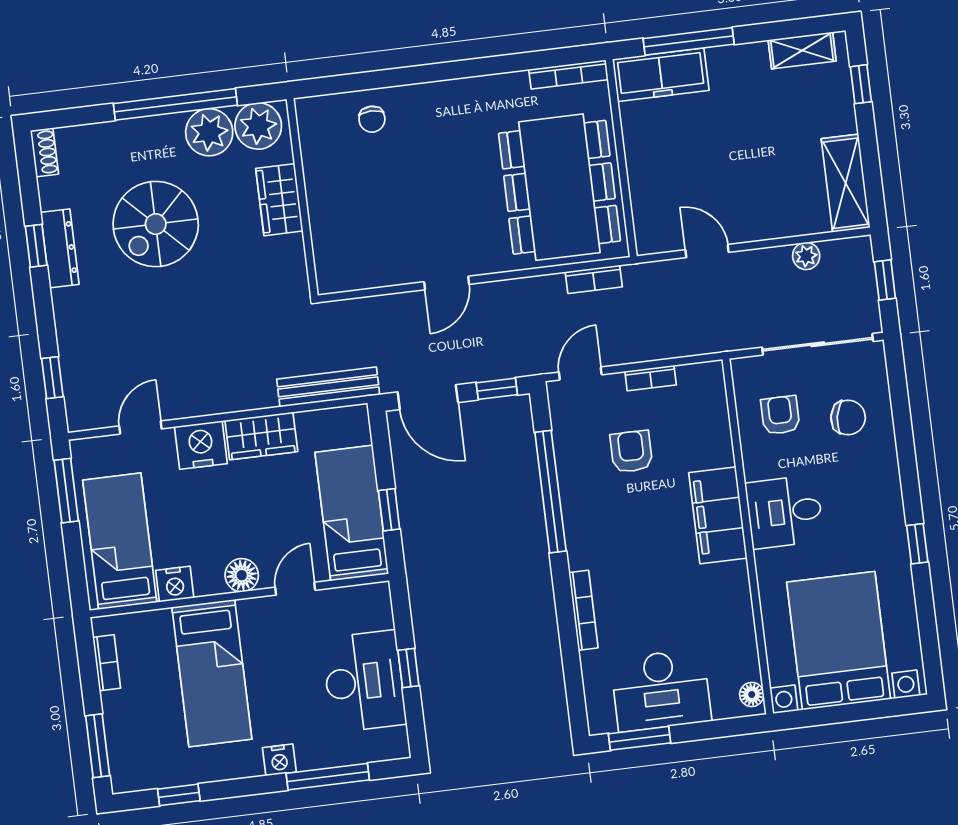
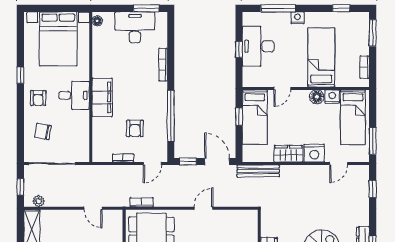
plant: (806, 256) -> (39, 201), moved
armchair: (780, 415) -> (38, 98), moved
floor lamp: (242, 575) -> (317, 97), moved

